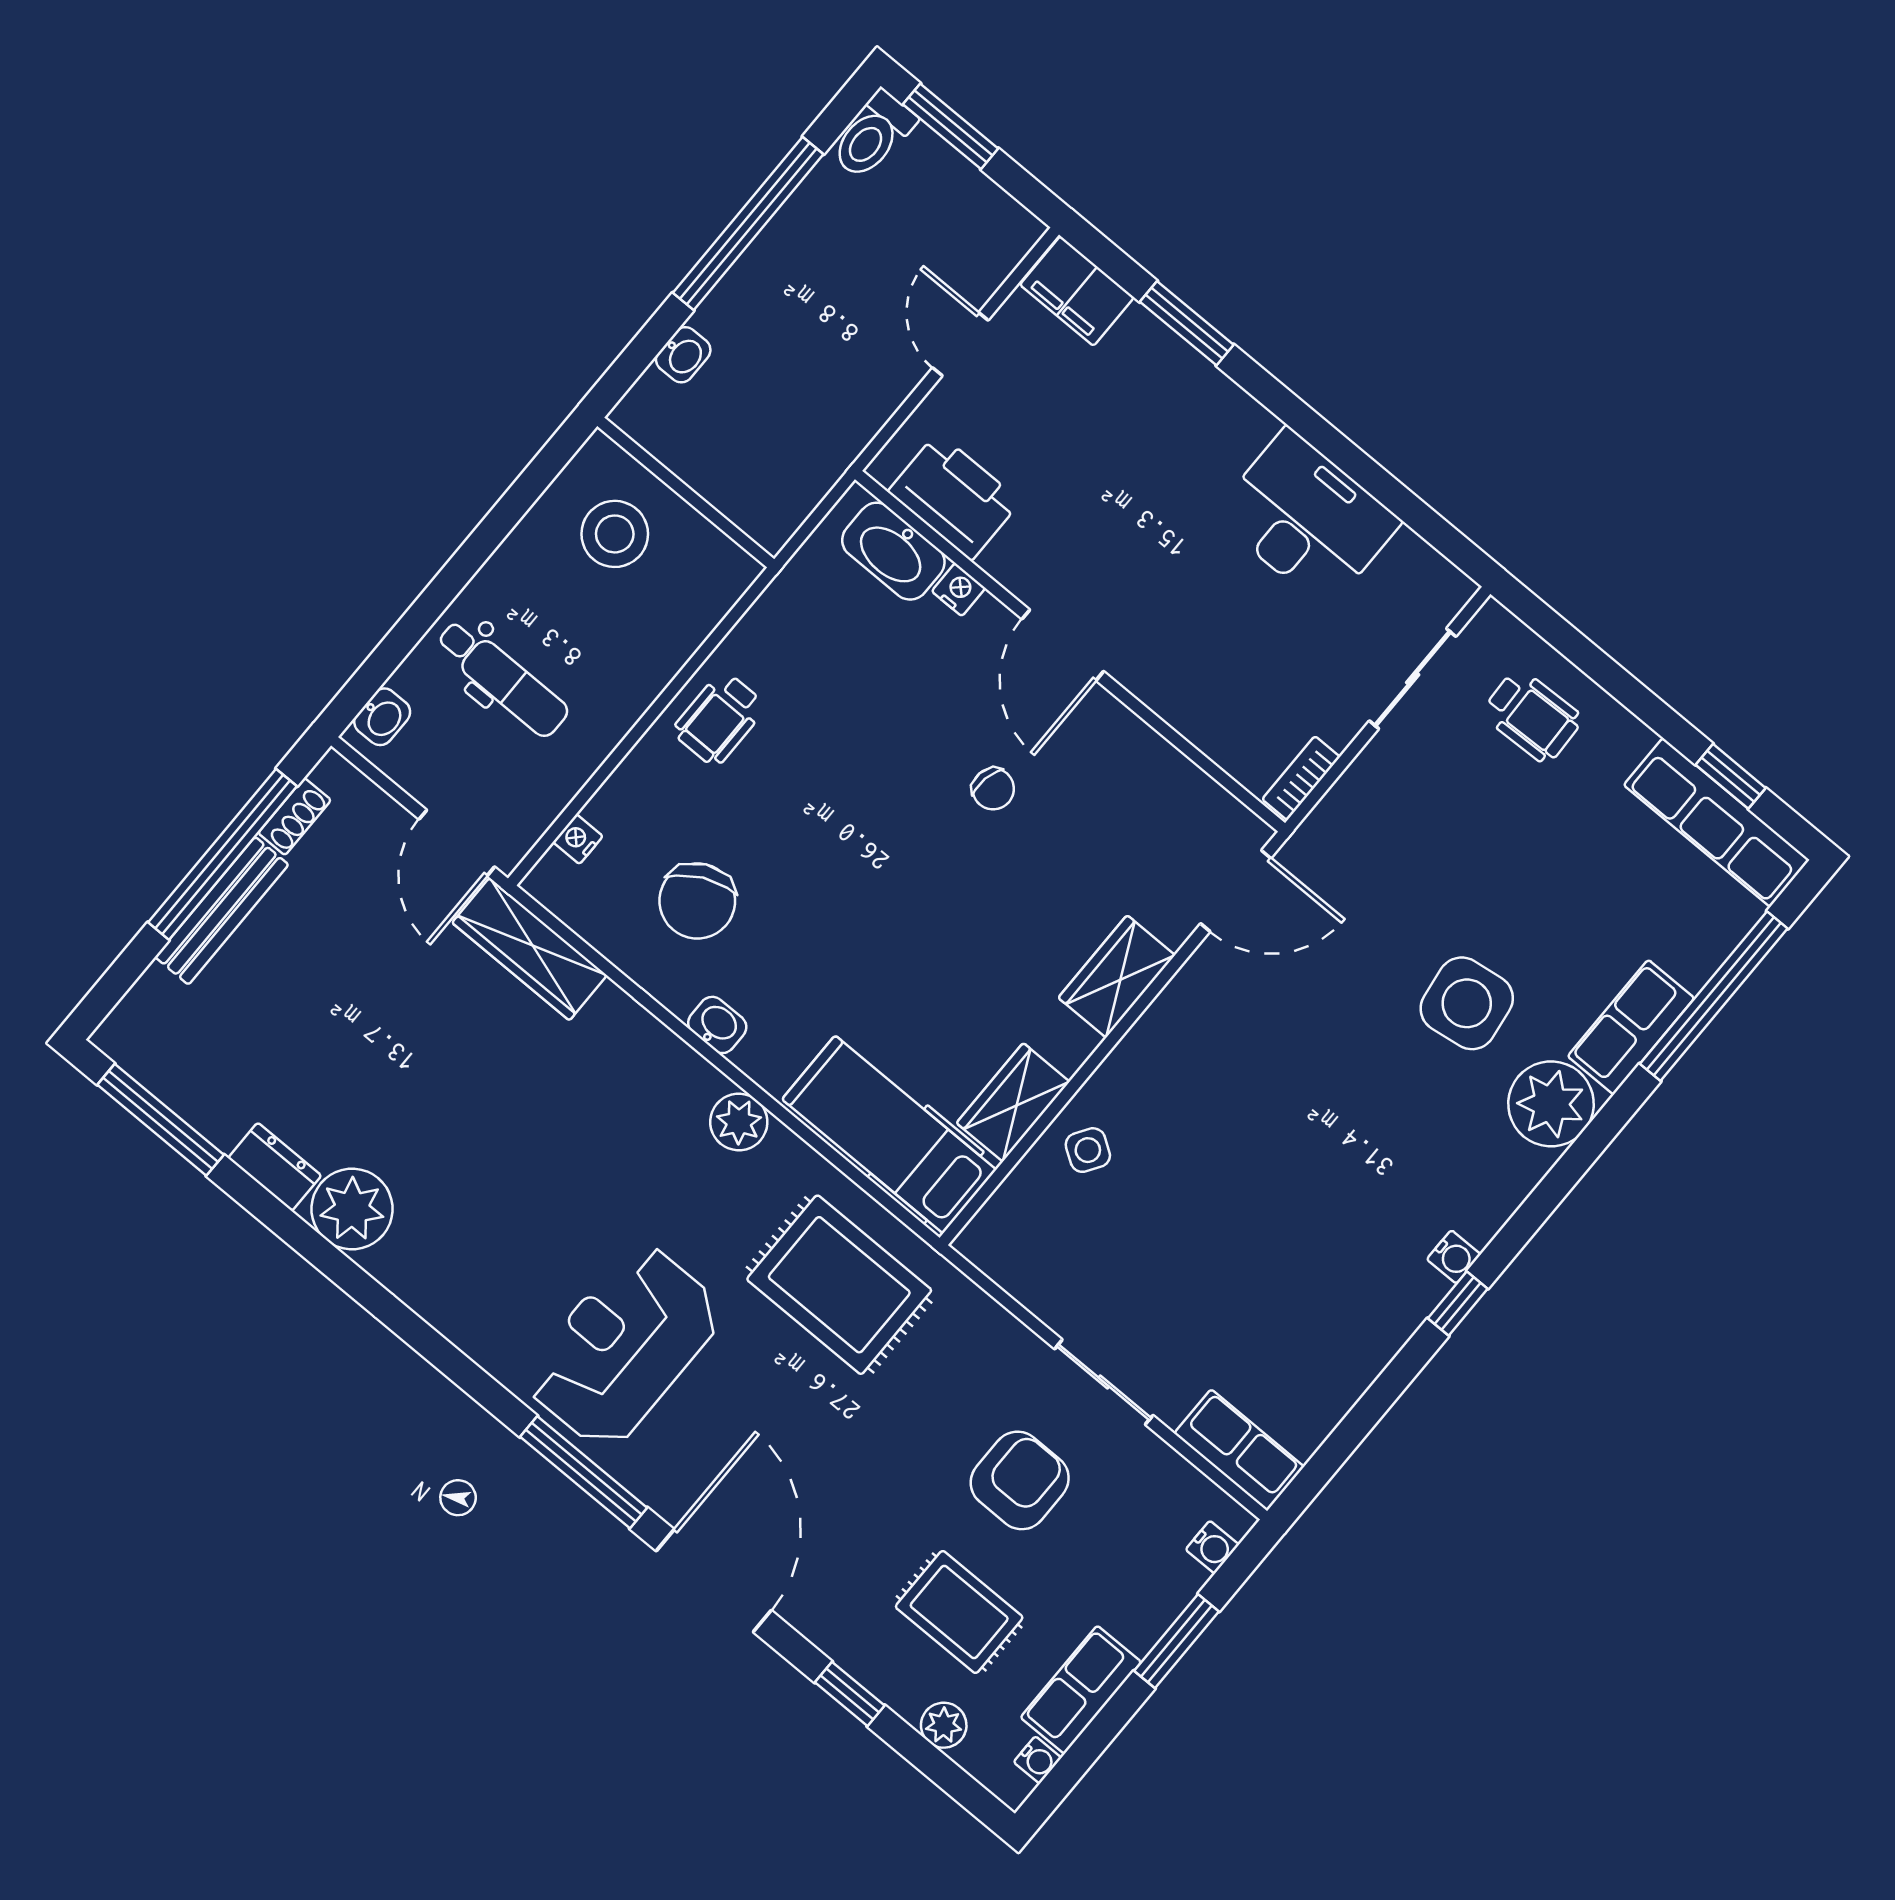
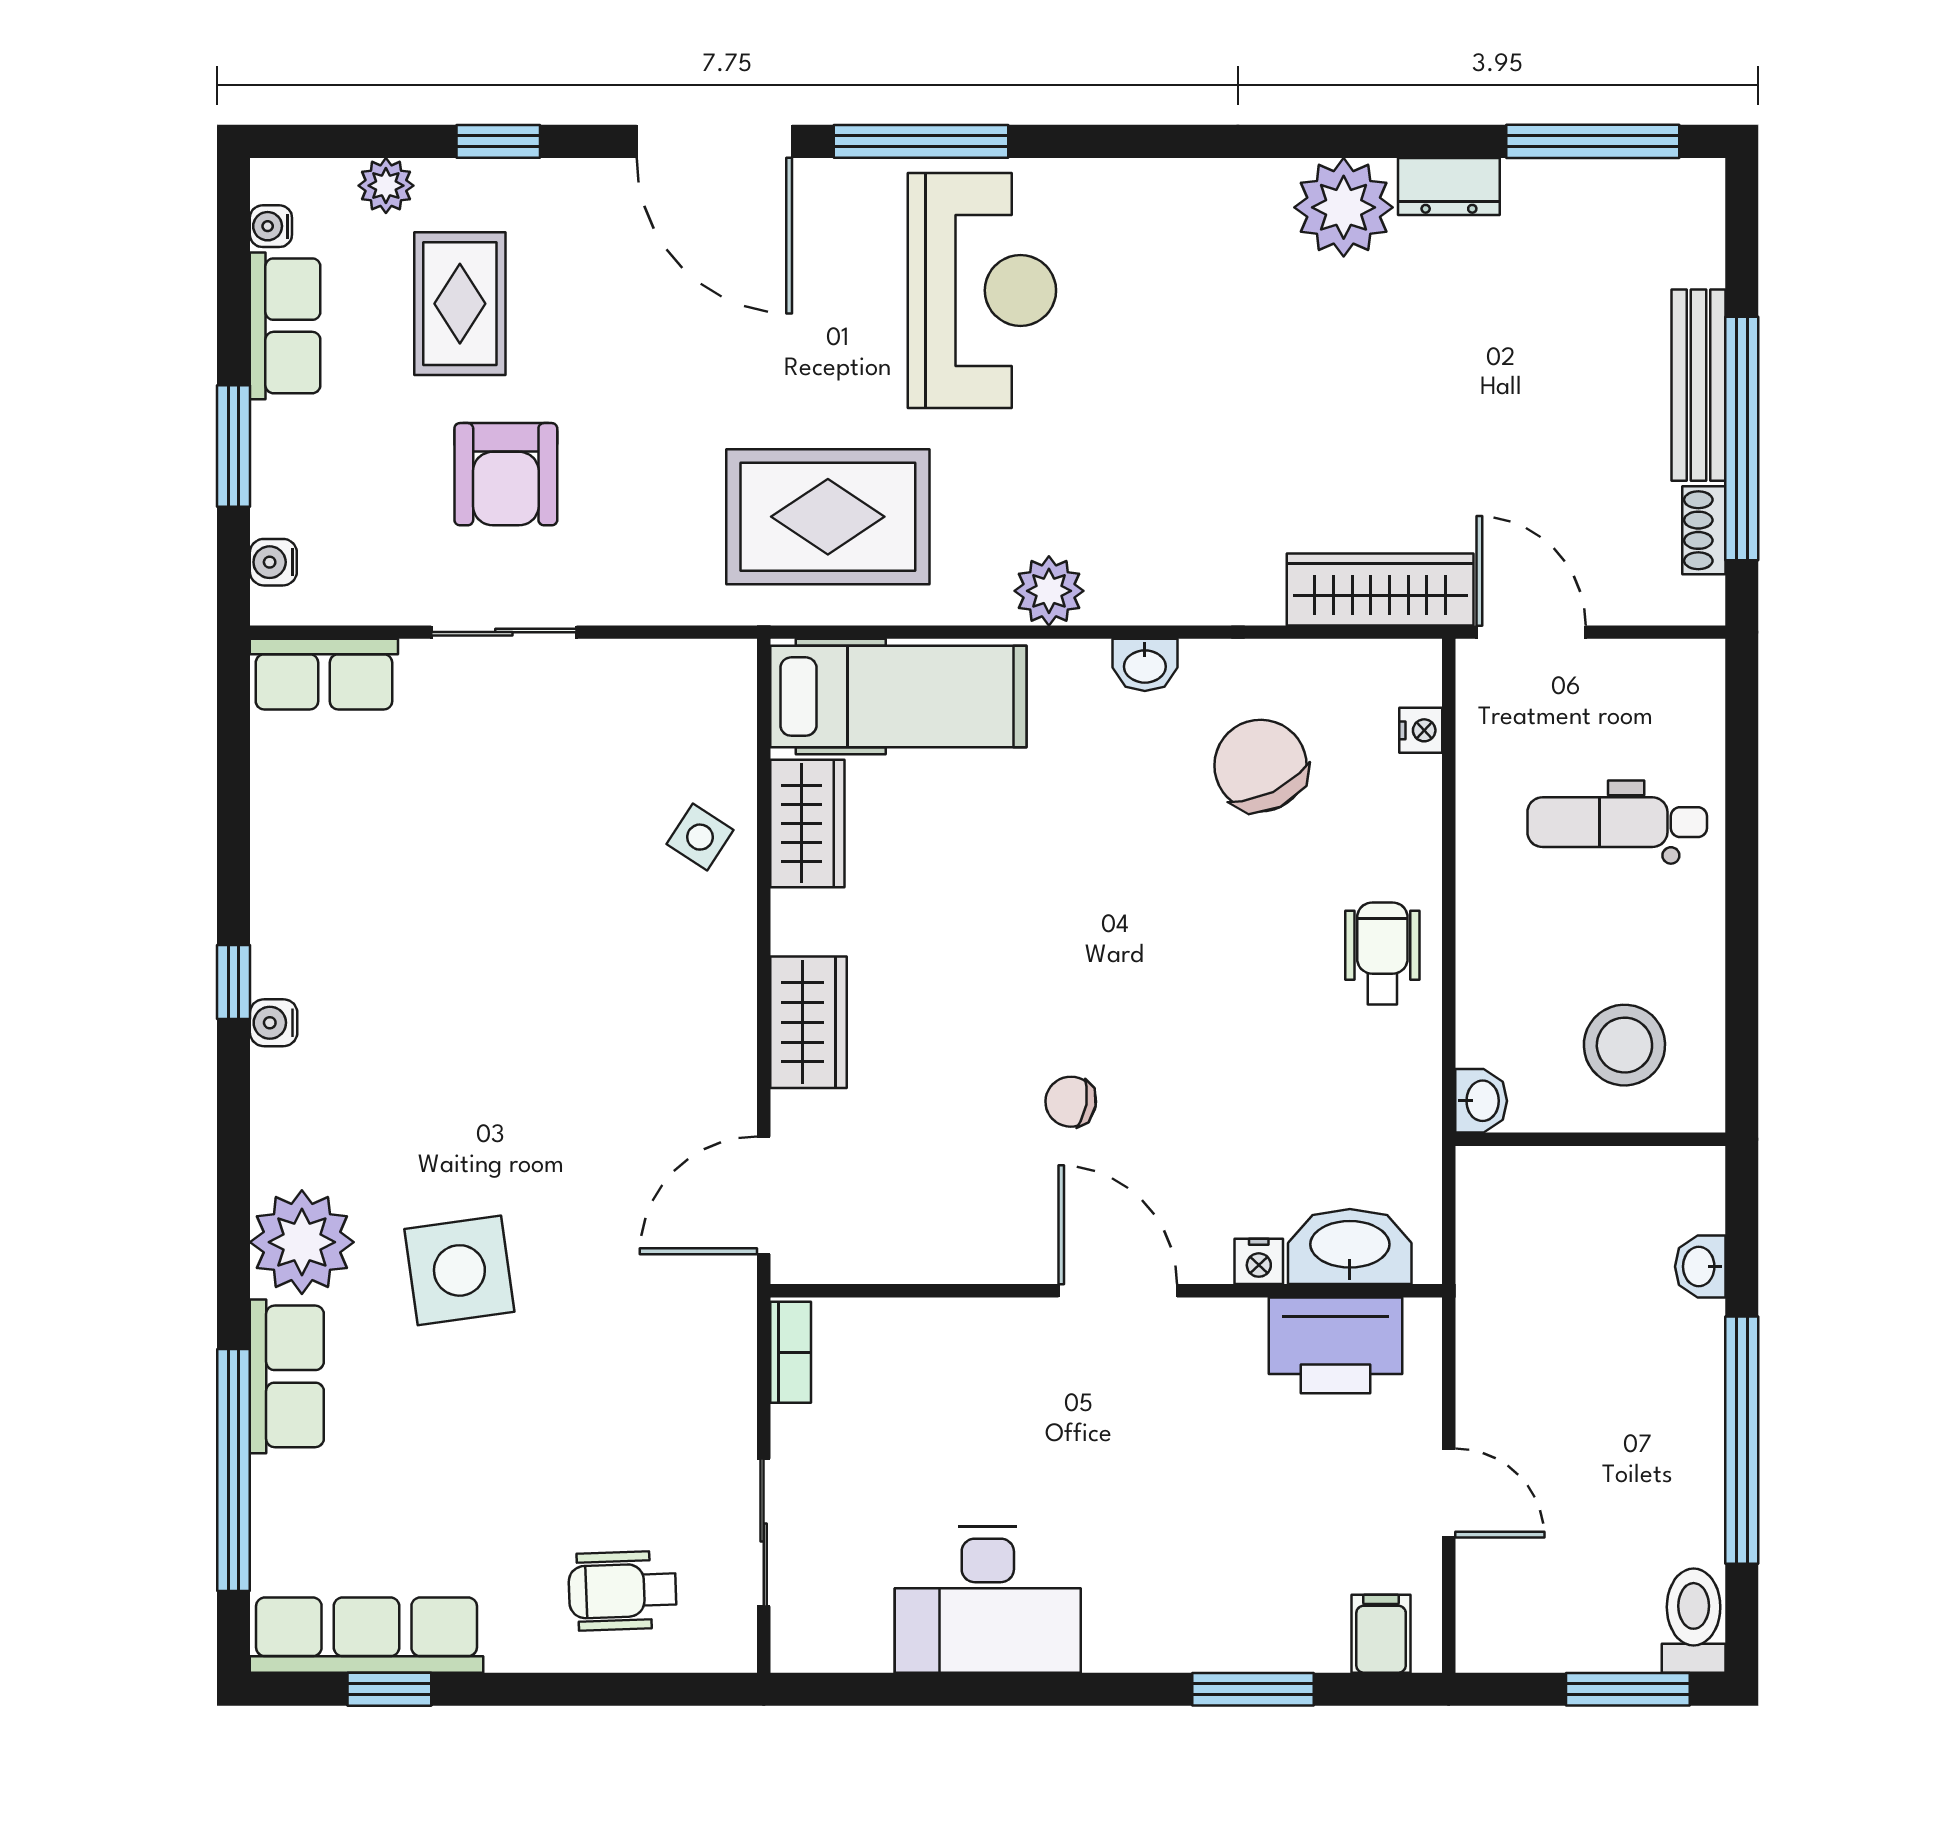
filing cabinet: (1077, 291) -> (1381, 1634), width x0.50
washbasin: (382, 717) -> (1481, 1101), moved, turned 180
rug: (959, 1612) -> (460, 304), turned 90

